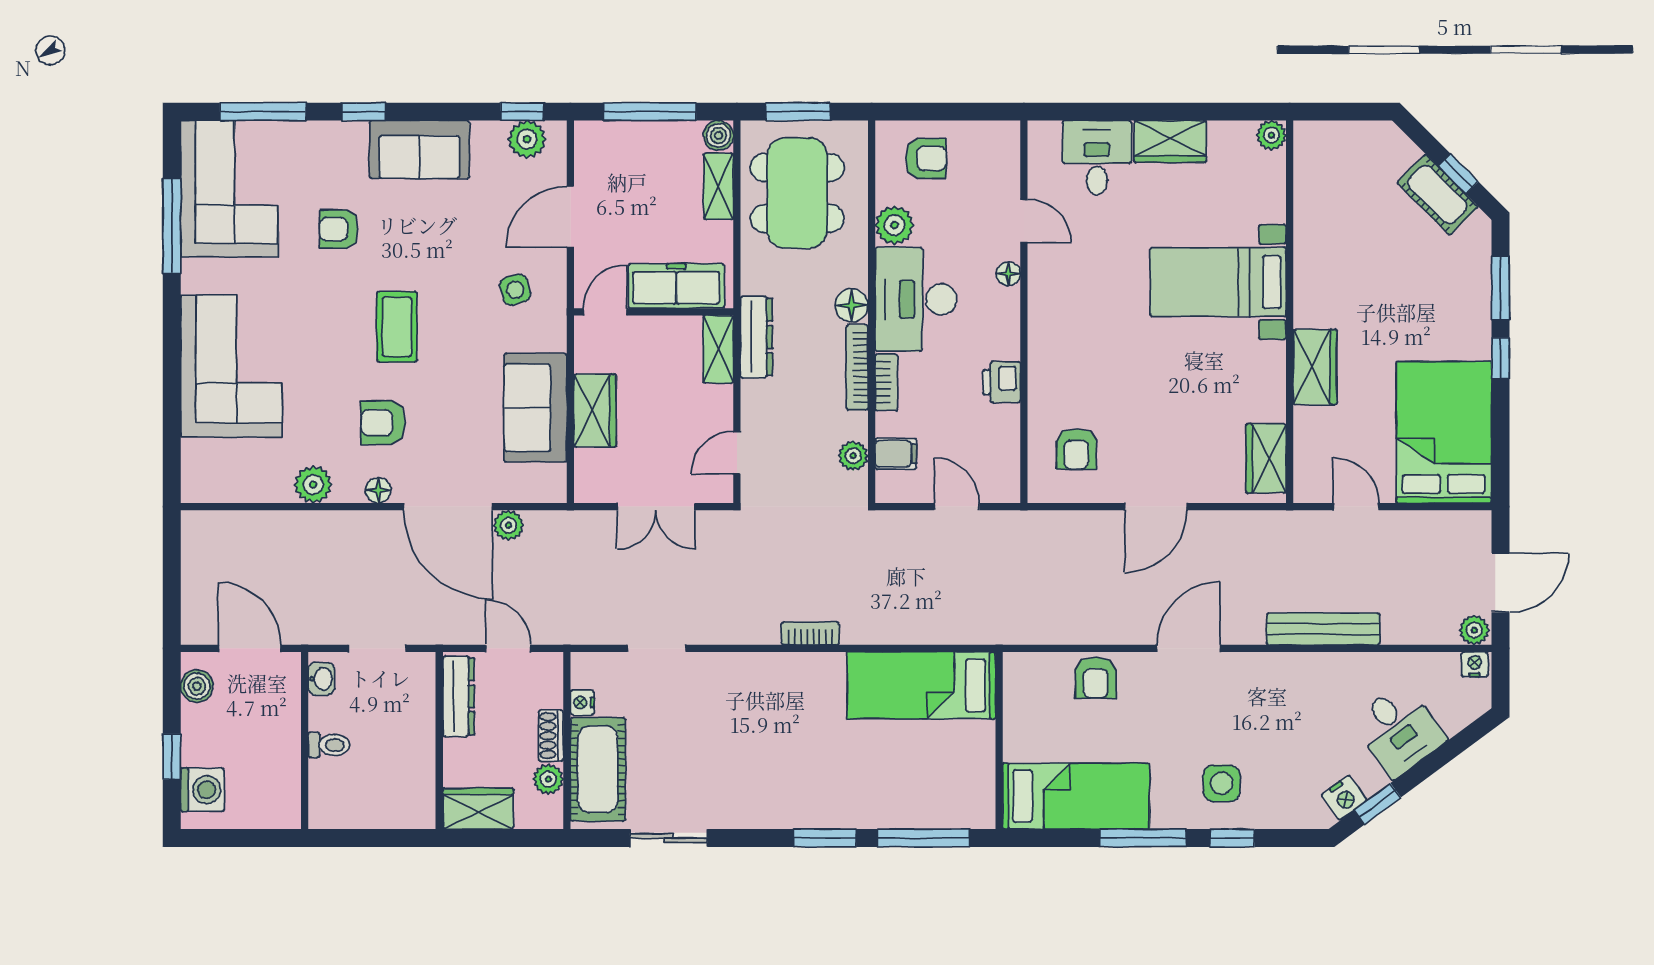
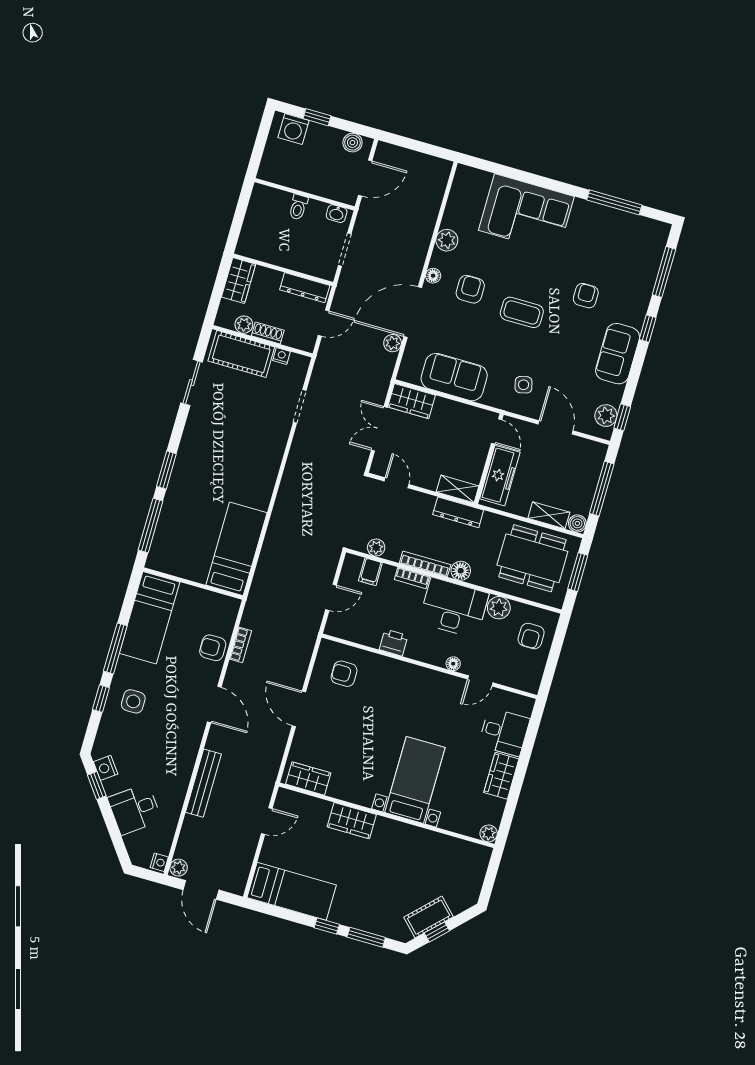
corner sofa: (229, 189) -> (626, 241), removed
wardrobe: (595, 410) -> (411, 401), moved
bed: (1444, 432) -> (292, 891), width x0.67
bookcase: (810, 633) -> (240, 645), moved

